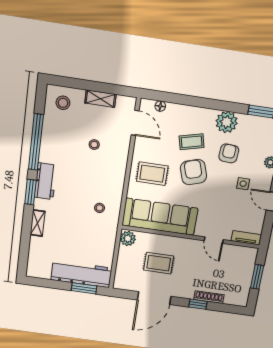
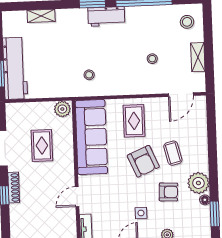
floor lamp: (160, 106) -> (205, 200), moved
armchair: (193, 172) -> (143, 161), turned 85
shelving: (38, 223) -> (41, 16), moved
shoe rack: (209, 297) -> (14, 188), moved

